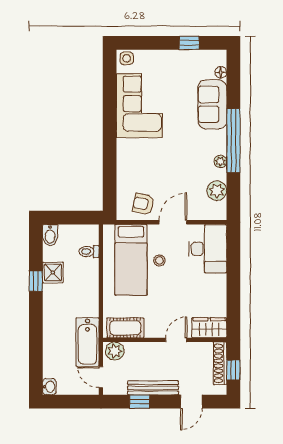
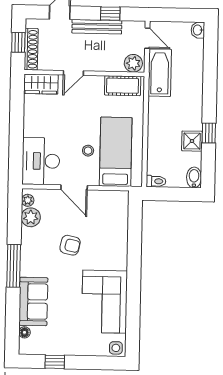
window: (233, 141) -> (14, 266), width x0.68
plant: (220, 161) -> (28, 200), moved
armchair: (143, 204) -> (70, 245), moved
door: (173, 222) -> (74, 187), hinge flipped
toilet: (89, 251) -> (156, 181), moved

